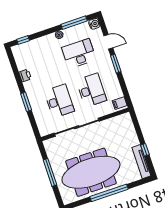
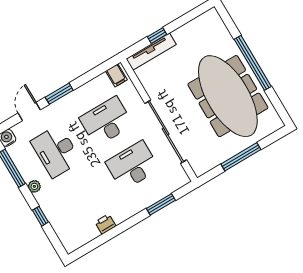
window: (23, 40) -> (40, 216), moved
window: (26, 102) -> (161, 204), moved
window: (145, 150) -> (157, 36), moved
tv unit: (141, 162) -> (151, 52), moved

